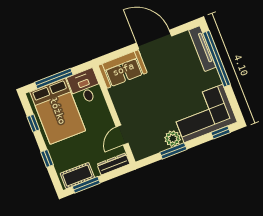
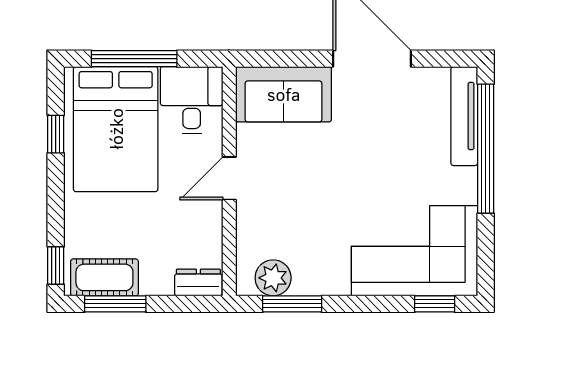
door: (122, 135) -> (229, 178), moved
plant: (173, 139) -> (273, 278), moved
window: (173, 151) -> (292, 304), moved
window: (47, 158) -> (56, 266), moved
dresser: (113, 164) -> (198, 282), width x0.70

